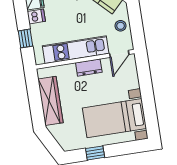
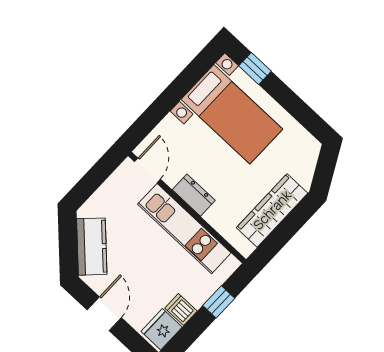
stool: (121, 26) -> (111, 196), removed
door: (119, 54) -> (147, 170), hinge flipped
window: (95, 153) -> (255, 68), moved

